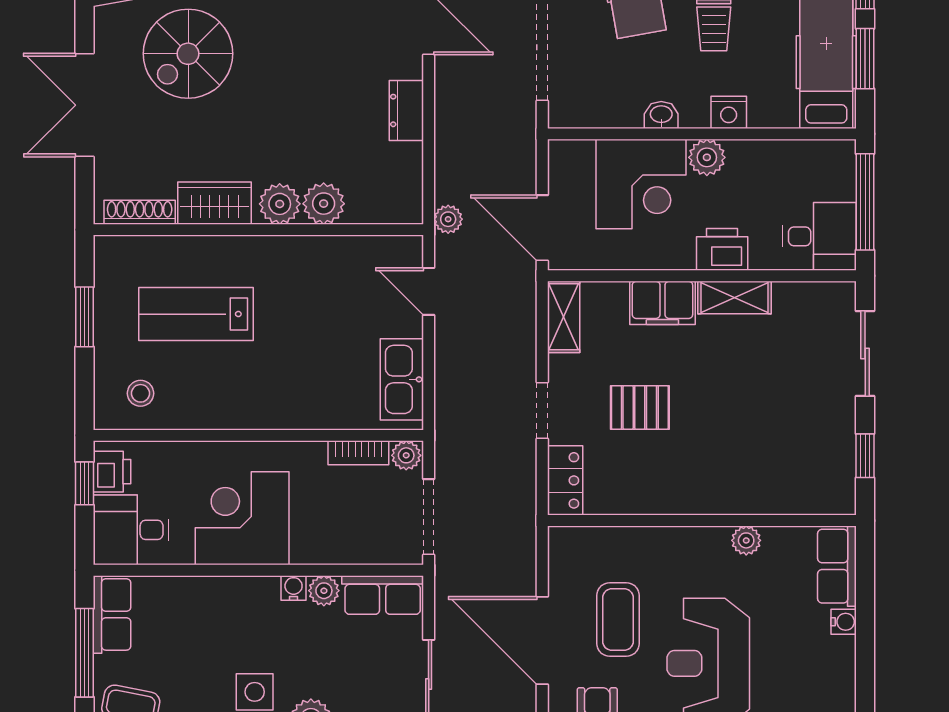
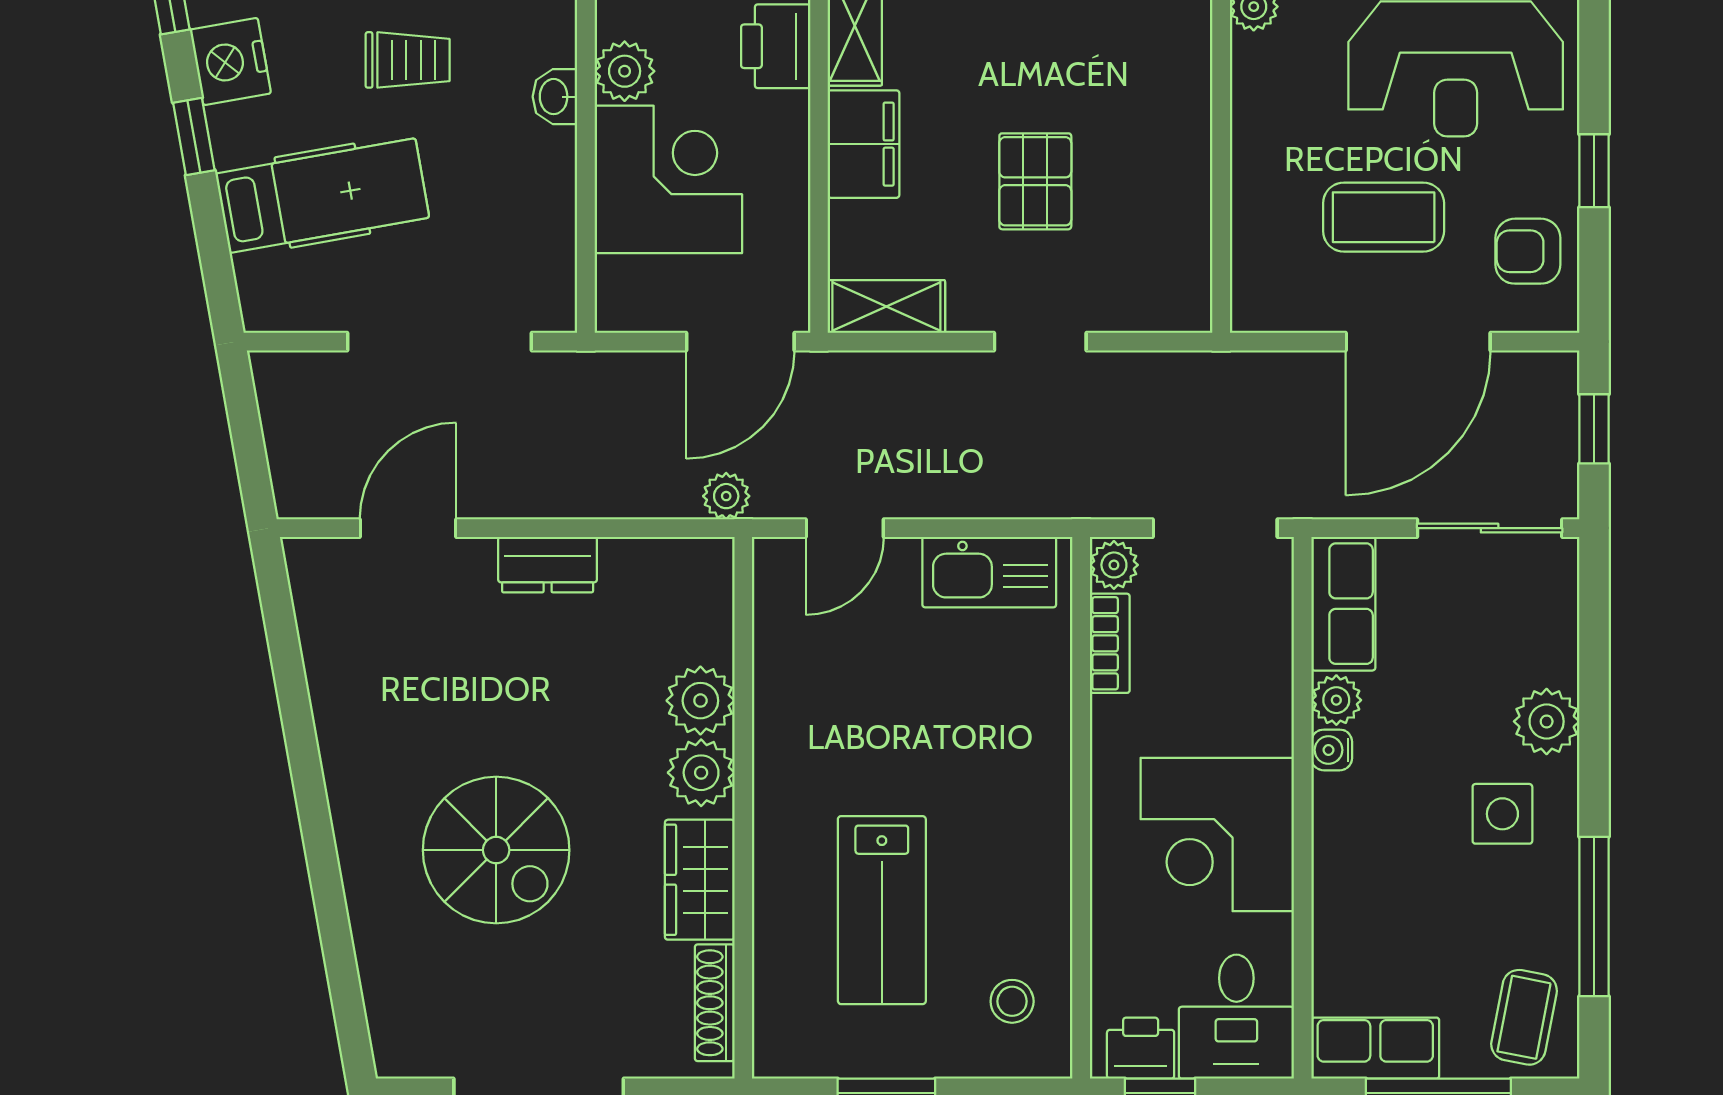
spiral stairs: (188, 54) -> (496, 850), moved
nightstand: (729, 112) -> (551, 35), removed
washbasin: (661, 115) -> (555, 97), moved
locker: (565, 480) -> (1155, 304), removed

